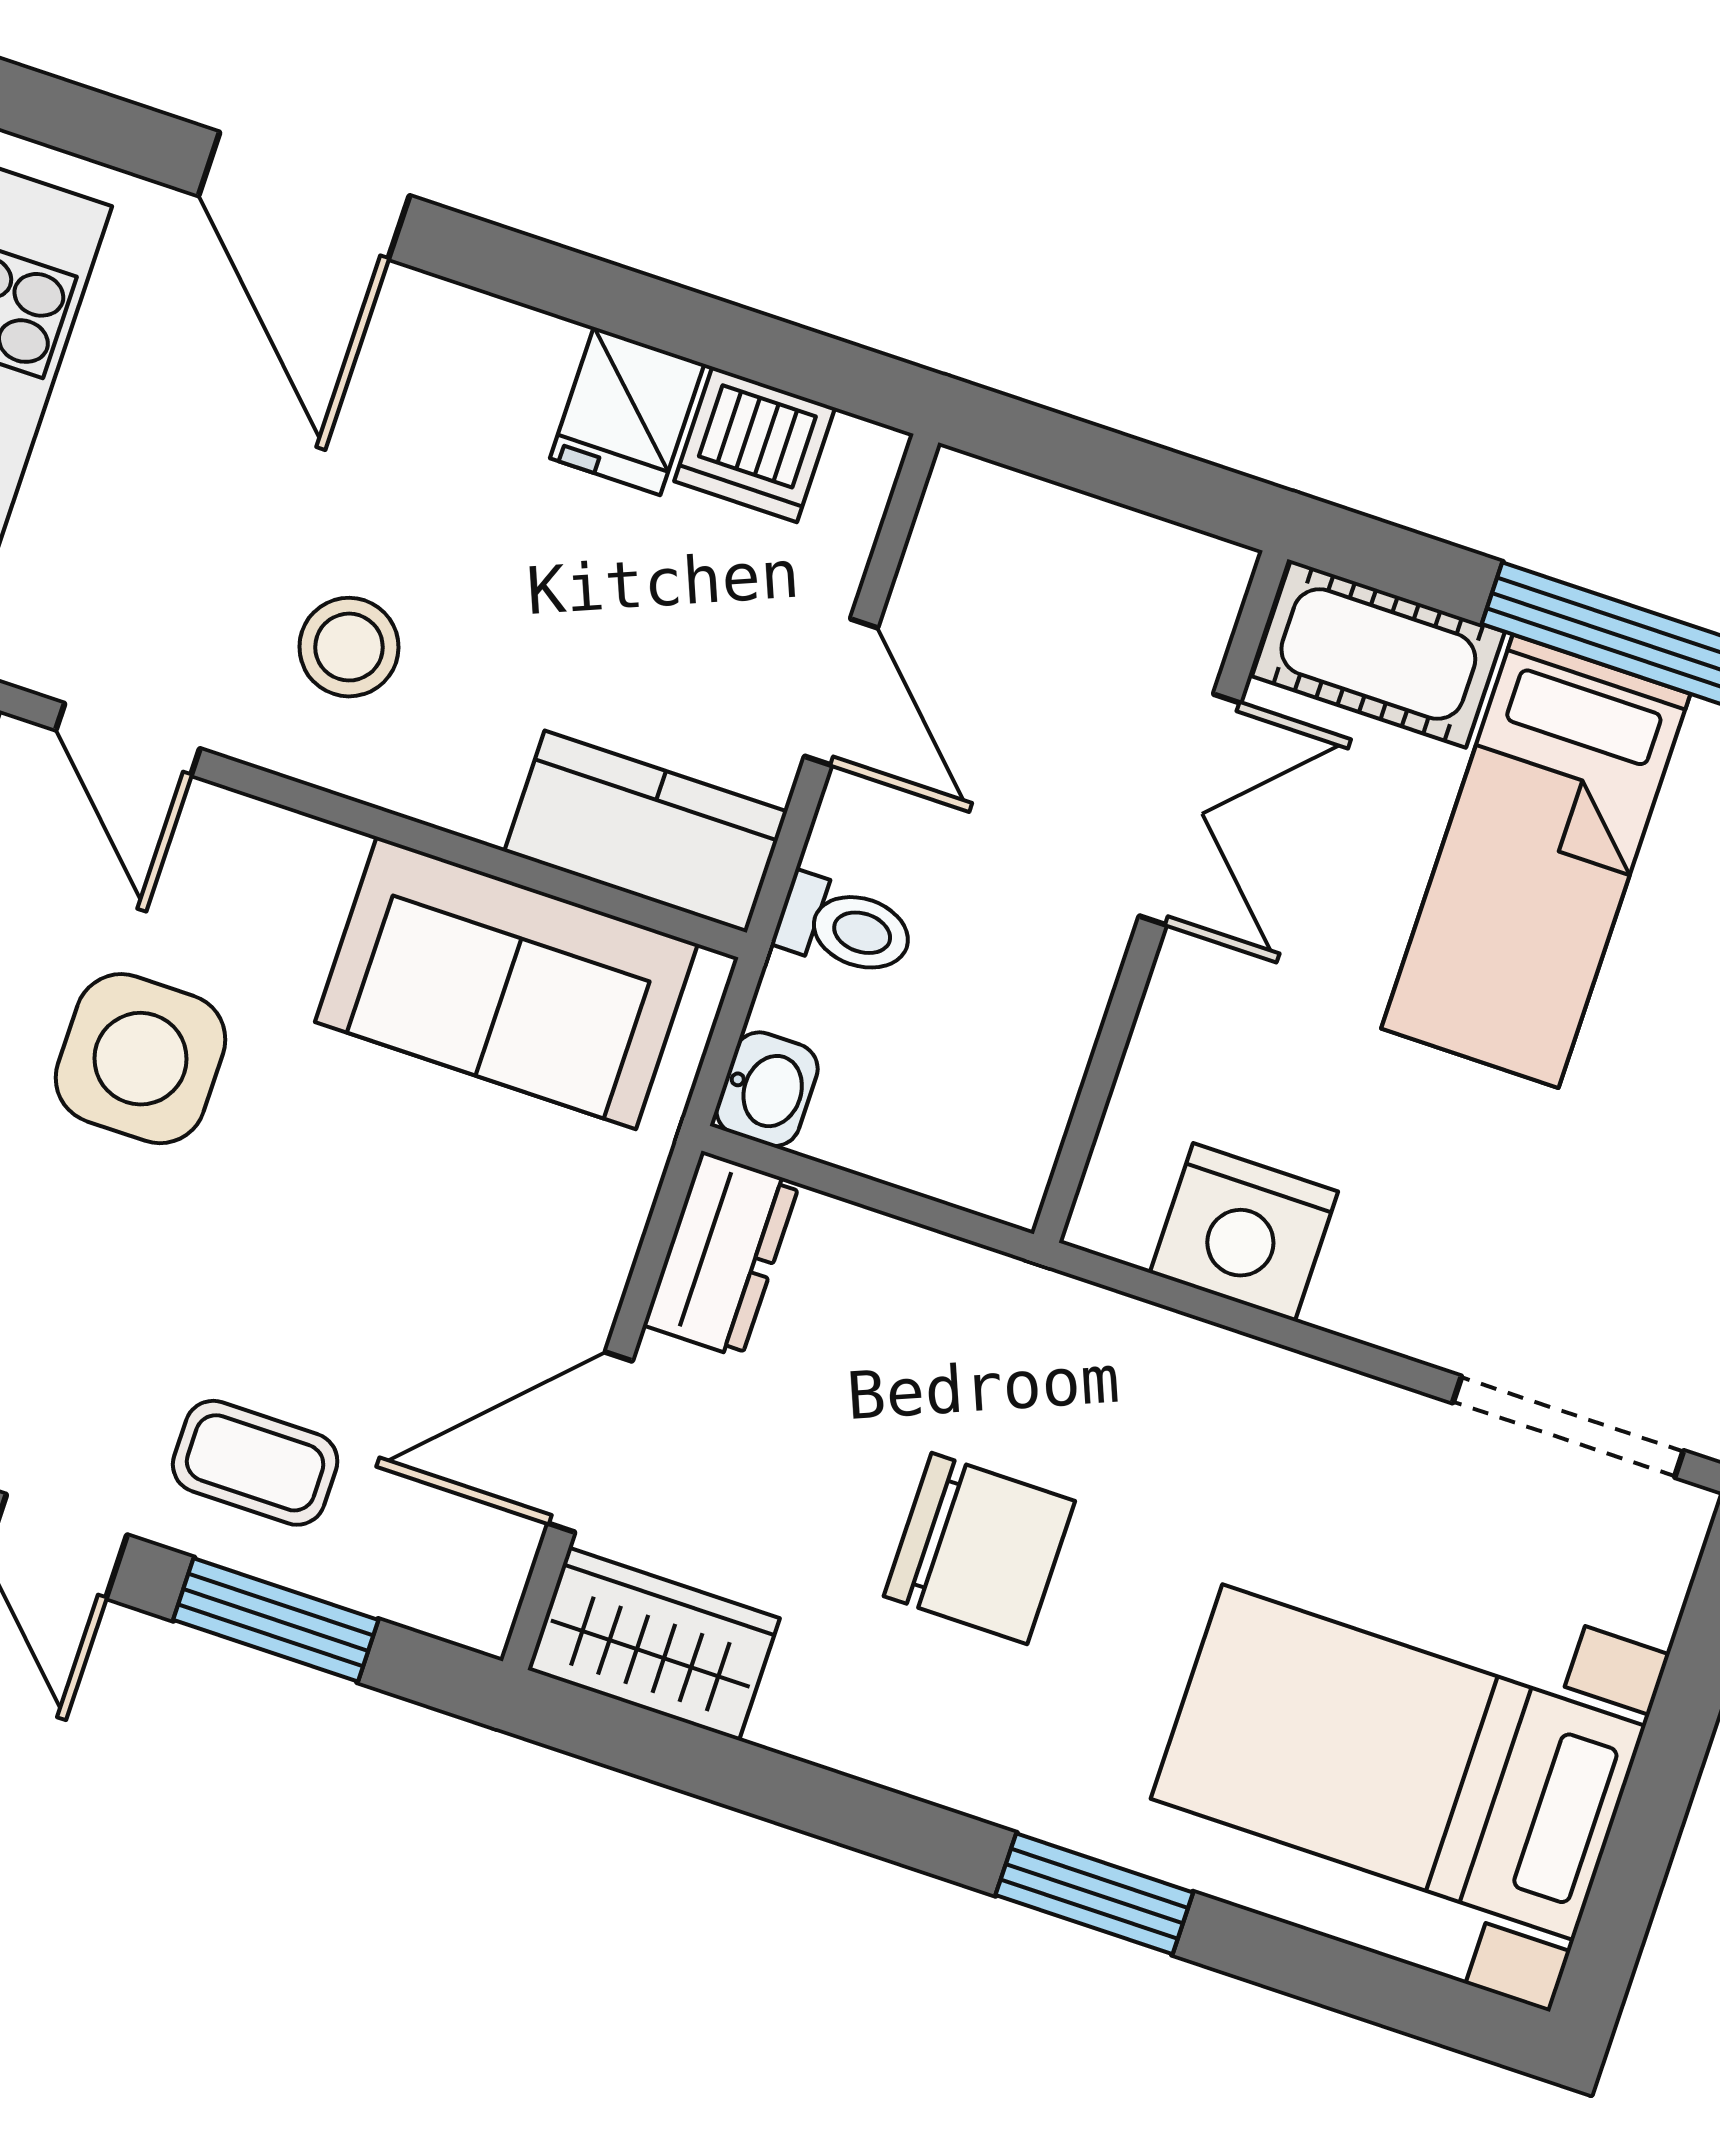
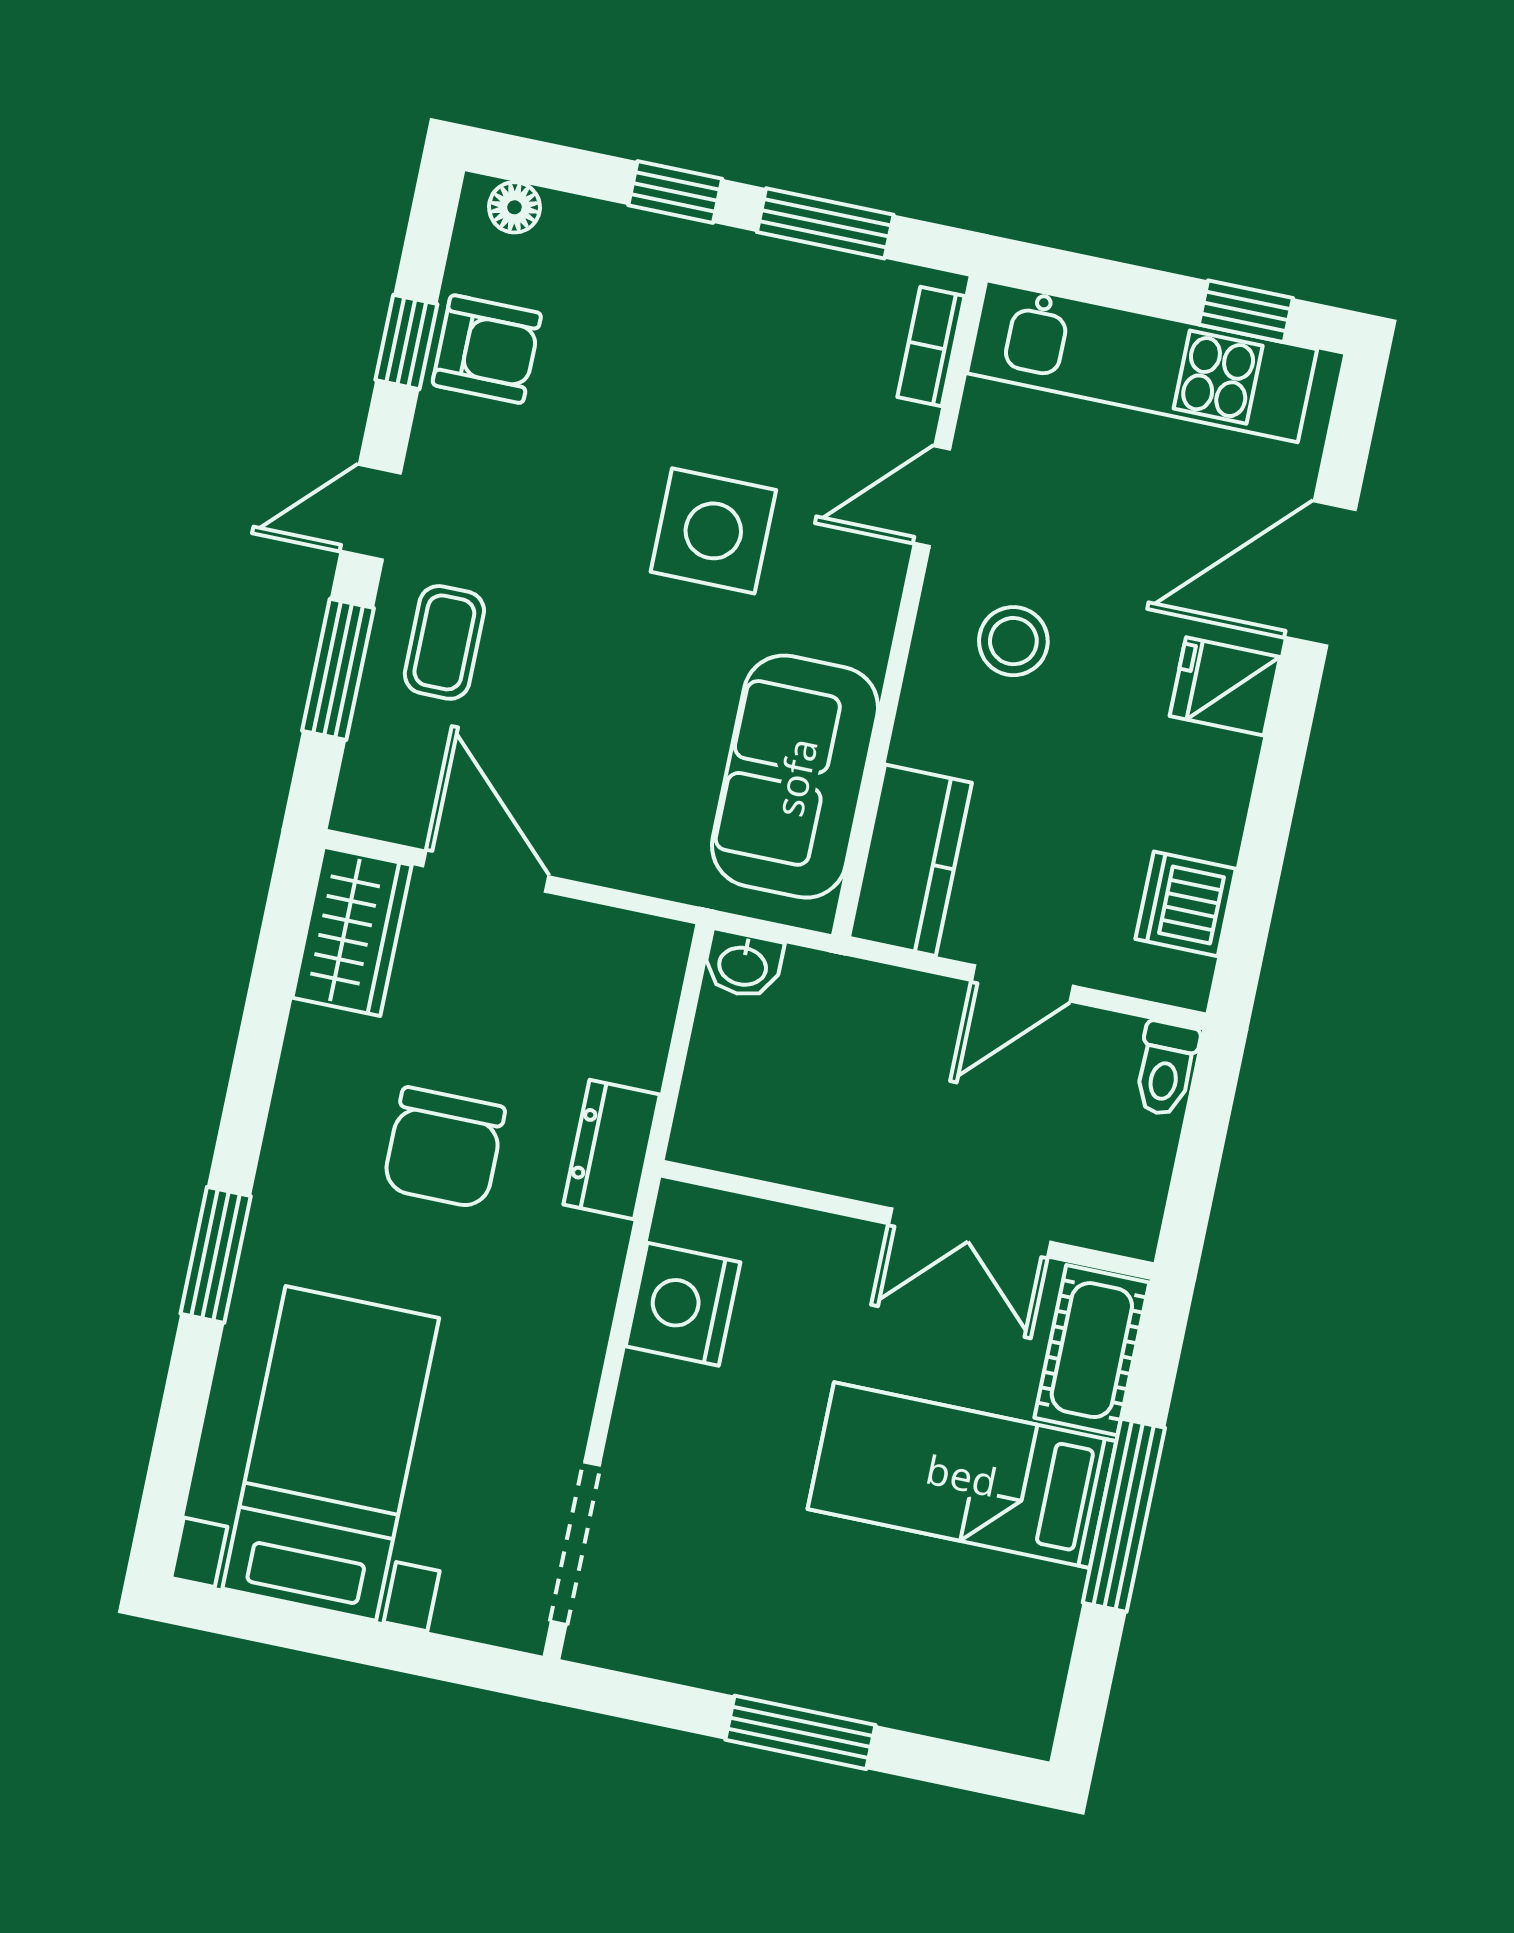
fridge: (627, 411) -> (1225, 686), moved
toilet: (845, 927) -> (1166, 1069), moved
dresser: (721, 1254) -> (612, 1149), moved, turned 90

